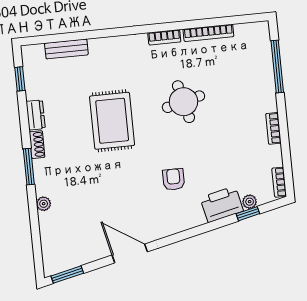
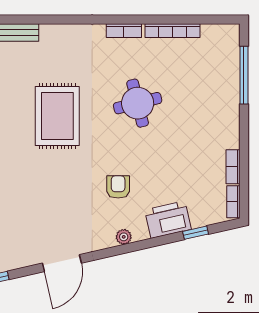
bookcase: (273, 128) -> (233, 167), moved
plant: (250, 202) -> (124, 237), moved
door: (130, 253) -> (62, 263), swing flipped

